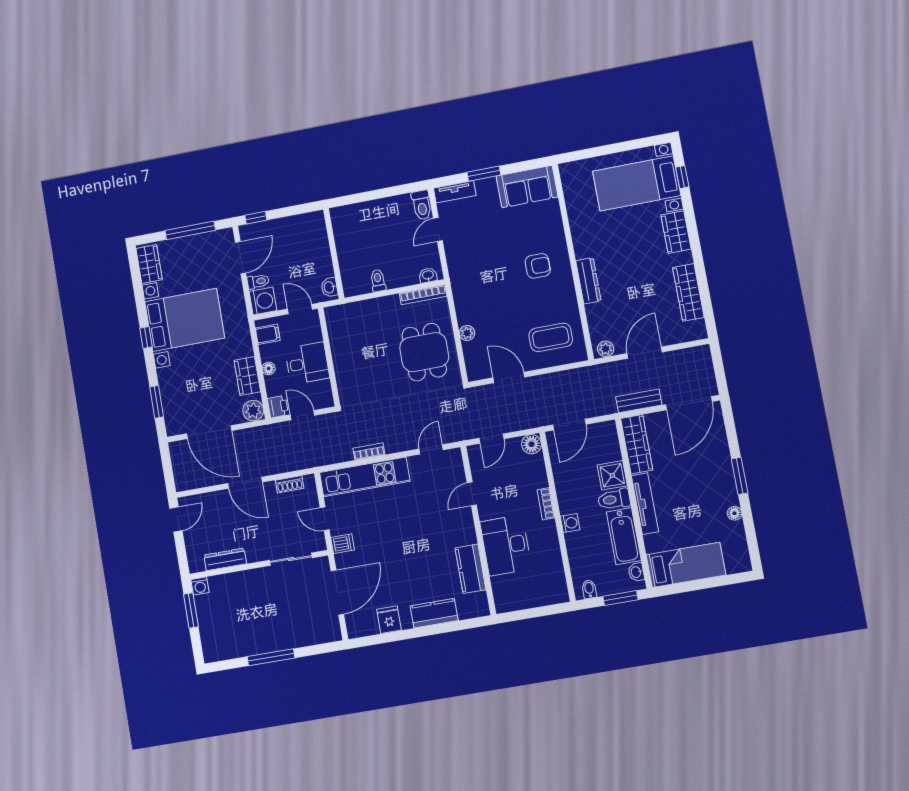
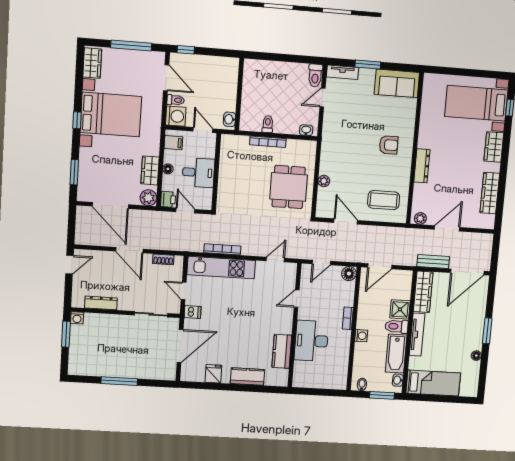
door: (241, 258) -> (166, 78), hinge flipped
bookcase: (423, 295) -> (268, 142), moved
bookcase: (369, 451) -> (222, 249), width x1.56

